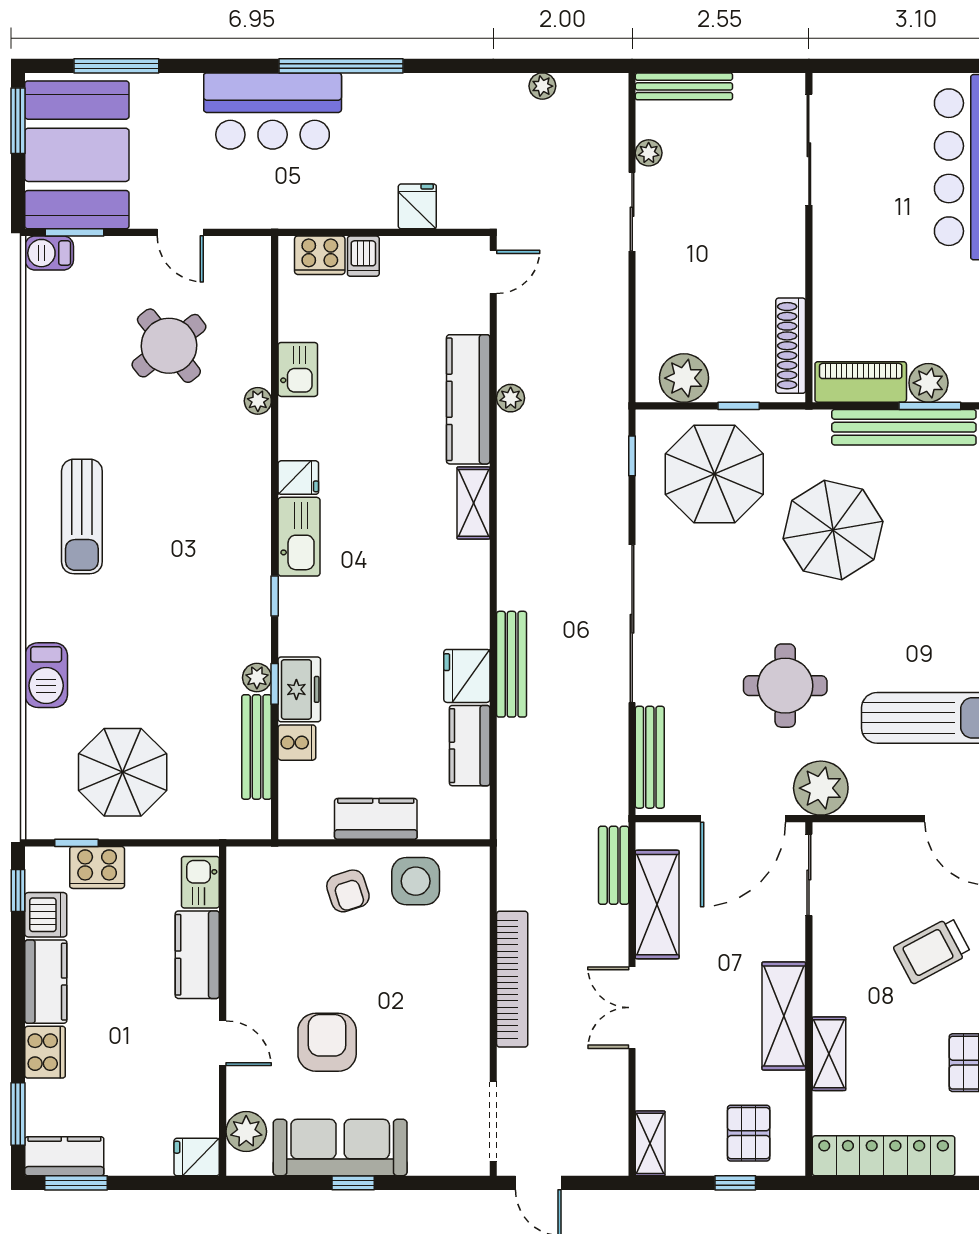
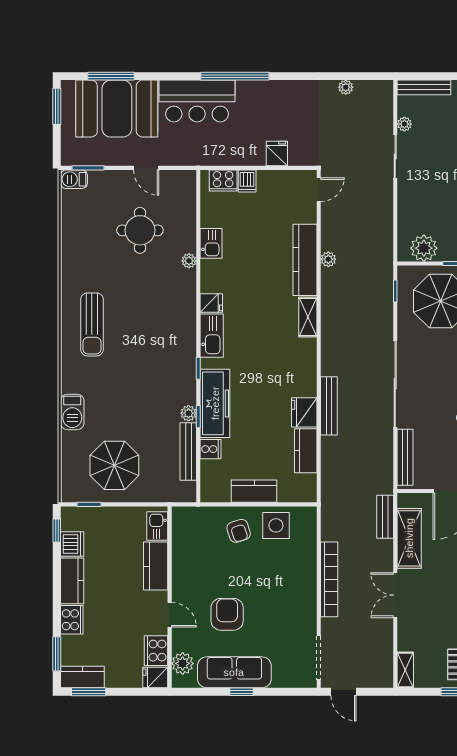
booth: (77, 155) -> (117, 109), moved, turned 90
round table: (169, 346) -> (140, 230), turned 38
freezer: (299, 689) -> (215, 403), width x1.91, depth x1.26
cooker: (97, 867) -> (156, 651), moved, turned 90

